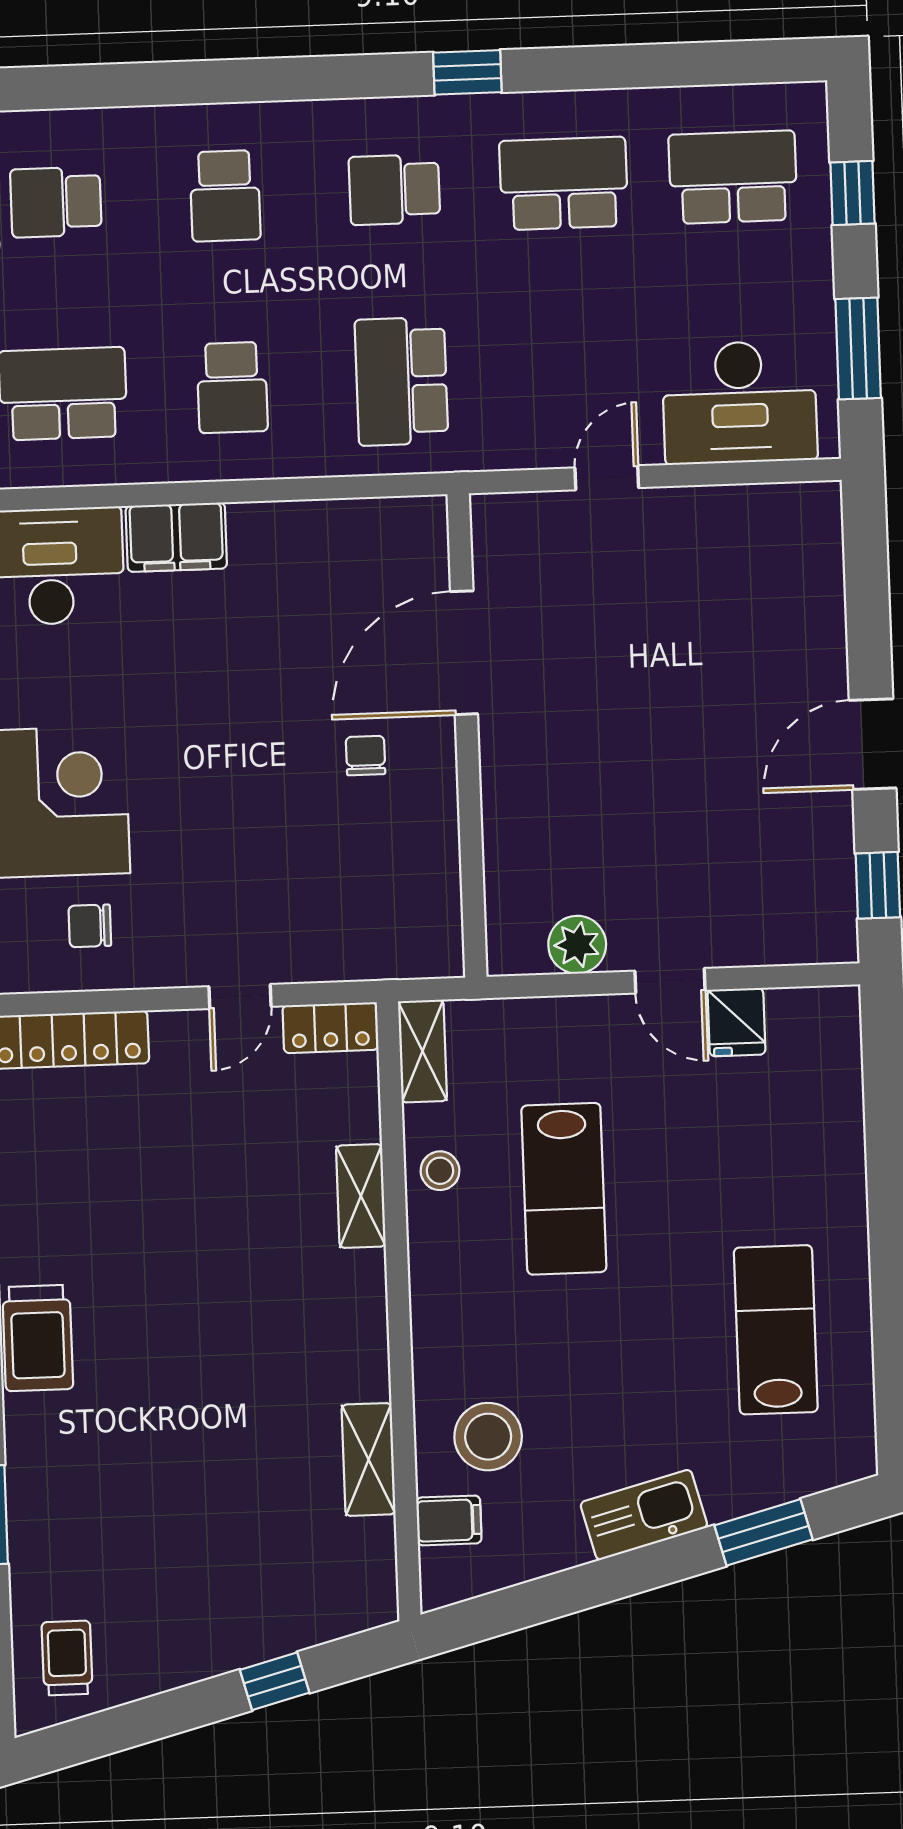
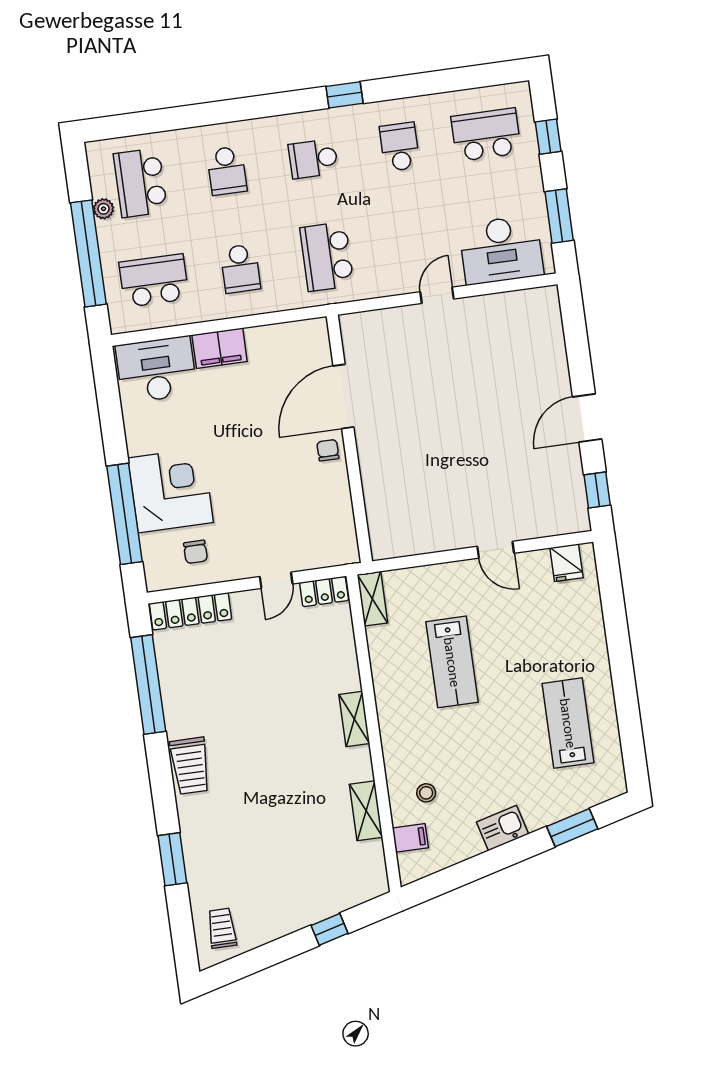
school desk: (564, 183) -> (400, 147), width x0.54
school desk: (56, 202) -> (140, 183), width x1.85
door: (464, 653) -> (343, 397), moved
wall: (467, 736) -> (349, 439), moved
chair: (90, 926) -> (195, 552), turned -90
plant: (577, 945) -> (446, 536), removed
fridge: (736, 1022) -> (566, 563), moved
stool: (440, 1171) -> (388, 659), removed
shelving: (361, 1196) -> (354, 719), moved
stool: (488, 1437) -> (426, 793), width x0.53, depth x0.53
kitchen sink: (644, 1515) -> (503, 828), width x0.73

